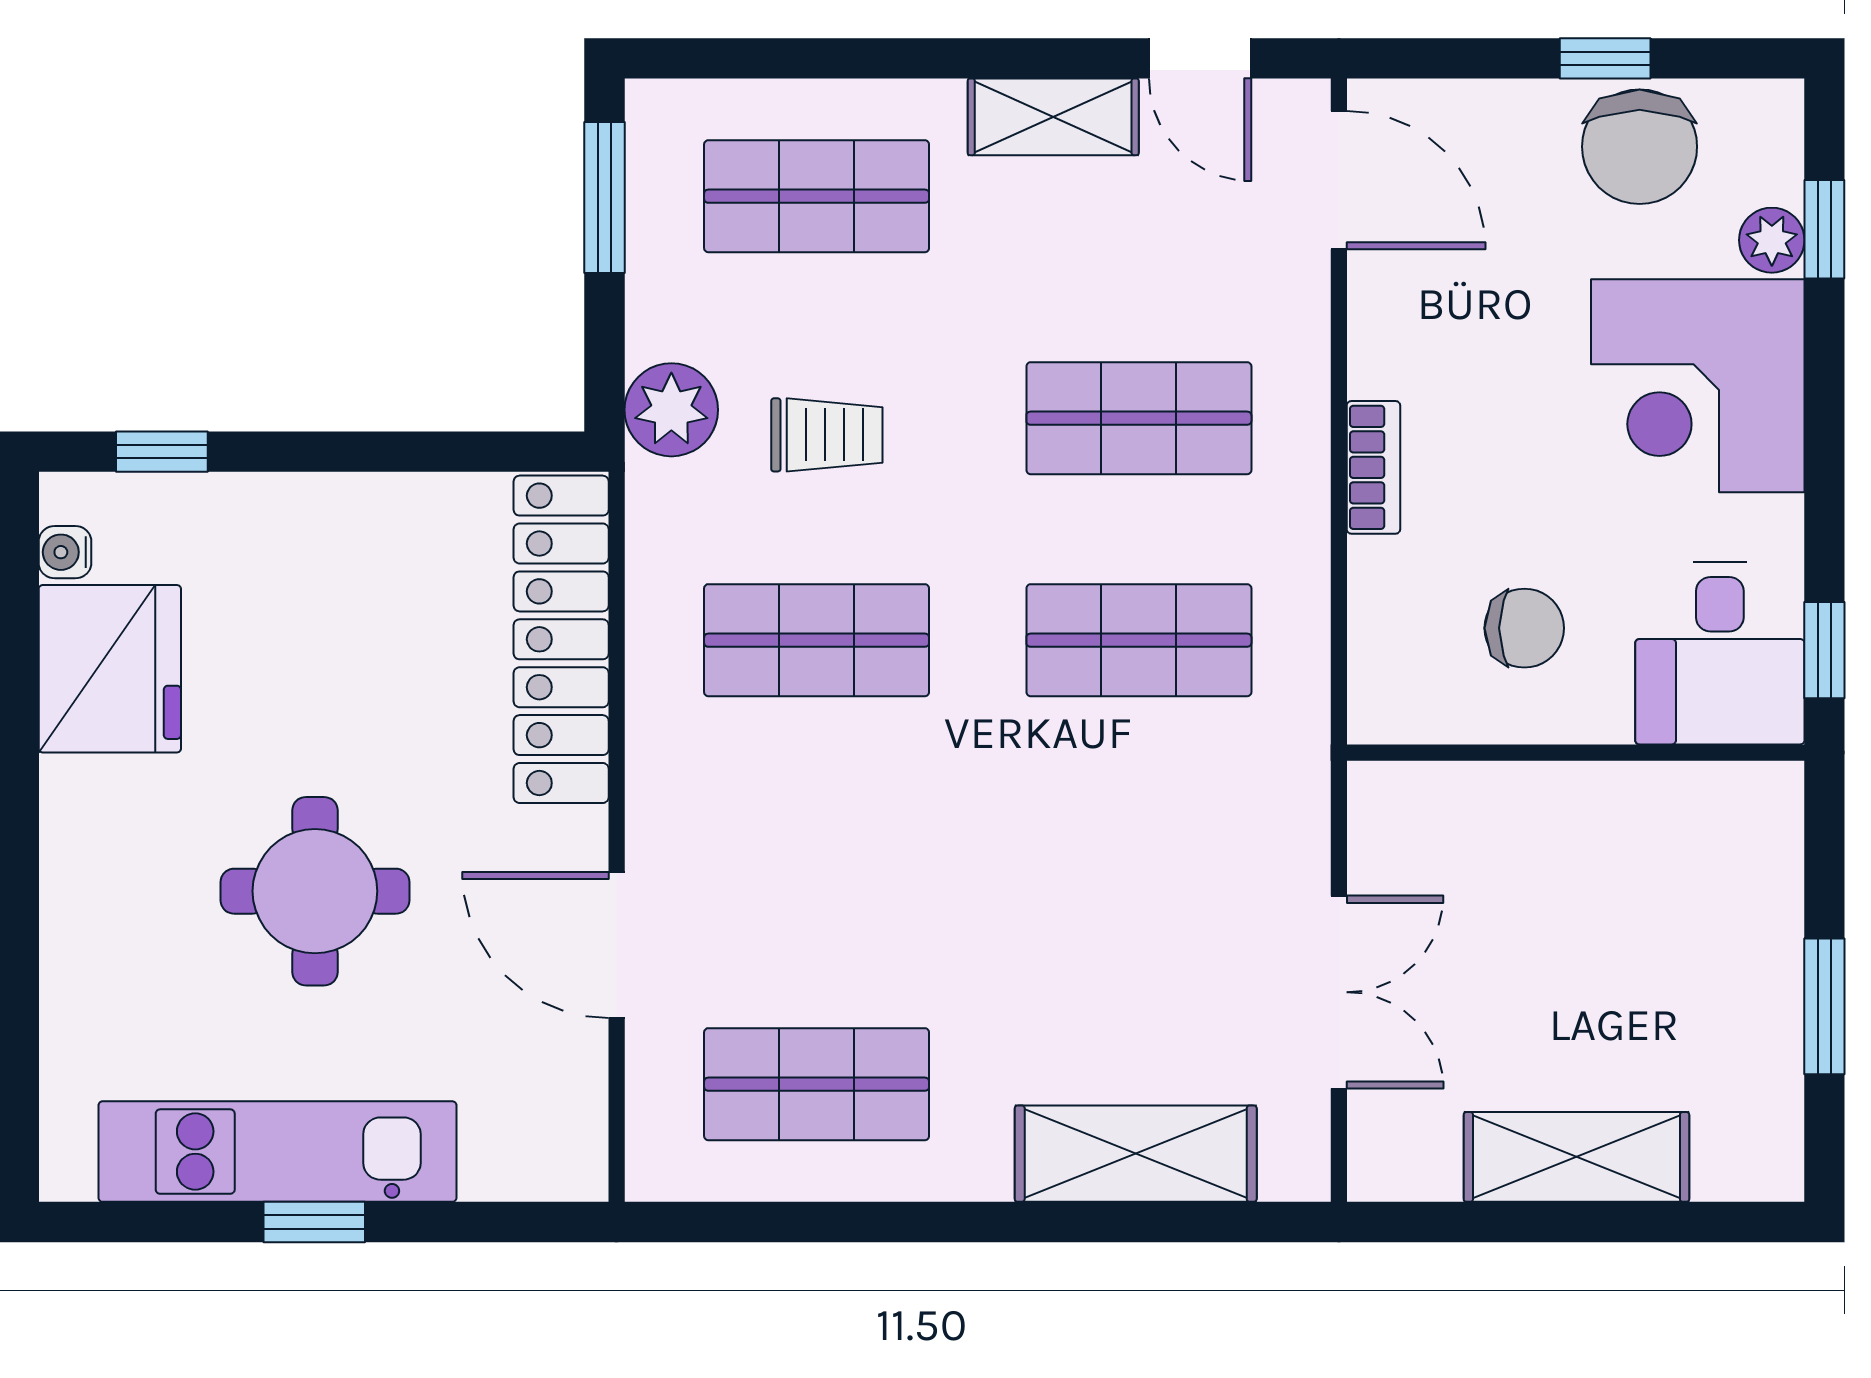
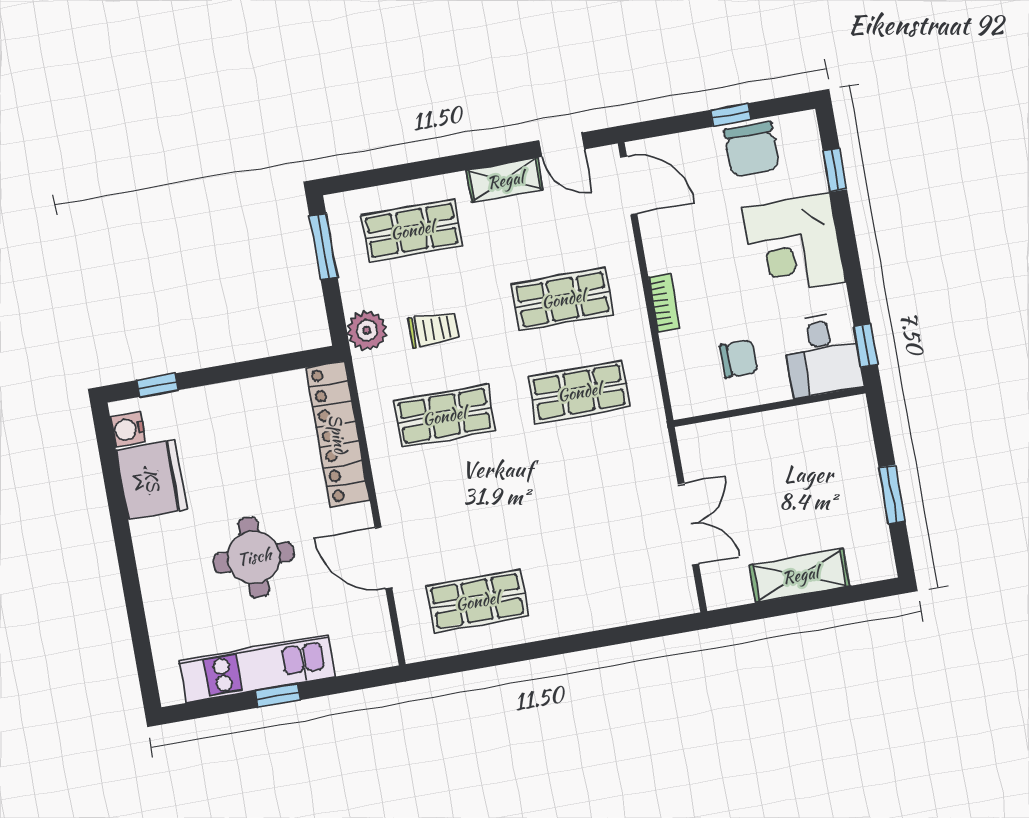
plant: (1772, 240) -> (814, 178), removed
water cooler: (65, 552) -> (128, 429), width x1.38, depth x1.38
shelving: (1136, 1154) -> (615, 606), removed

